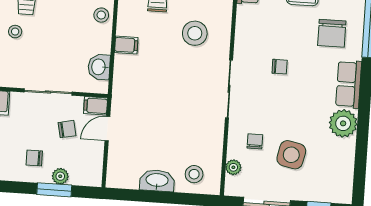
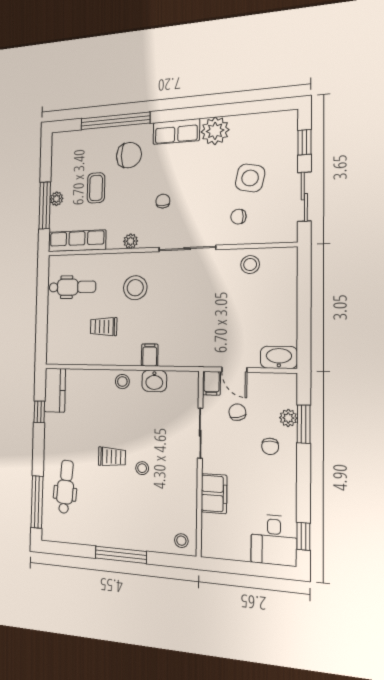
washbasin: (99, 67) -> (154, 381), moved
plant: (233, 167) -> (131, 241), moved
stool: (194, 174) -> (250, 265), moved
washbasin: (157, 181) -> (279, 357), moved, turned 90

